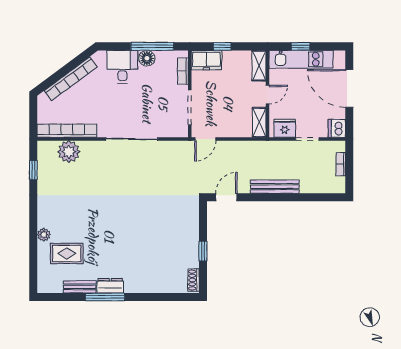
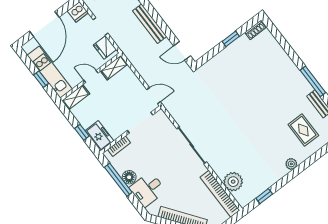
plant: (44, 235) -> (291, 164), moved
dresser: (110, 286) -> (303, 84), removed

